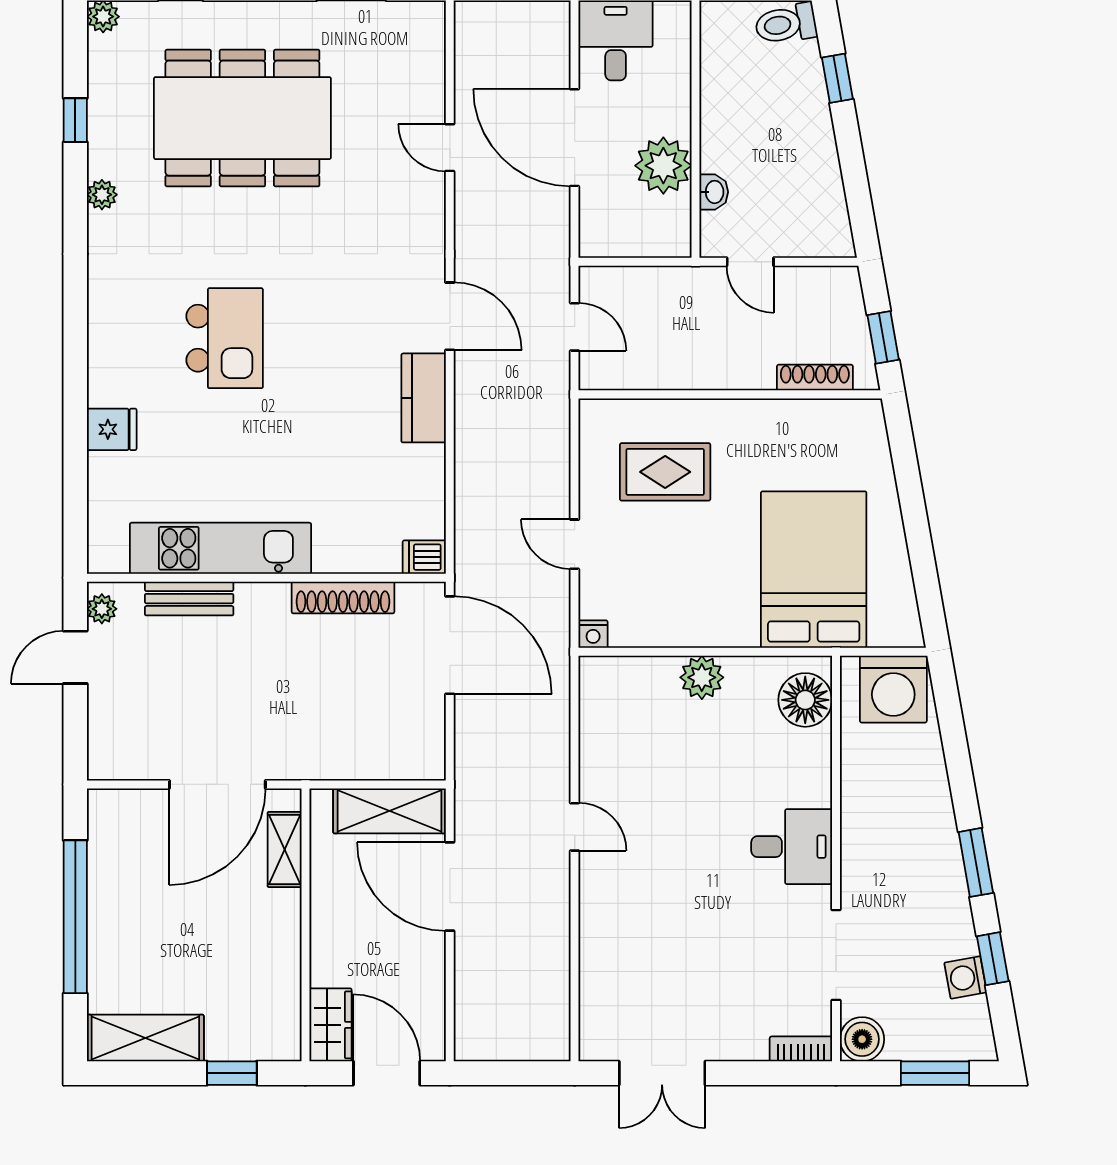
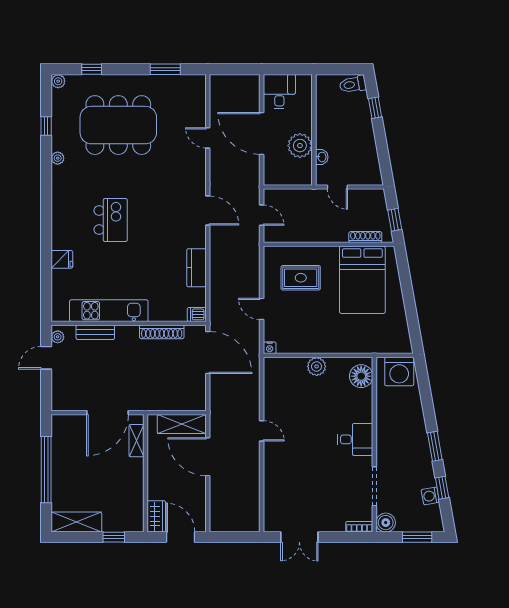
kitchen counter: (424, 398) -> (196, 268), moved
bed: (814, 570) -> (362, 280), moved, turned 180

